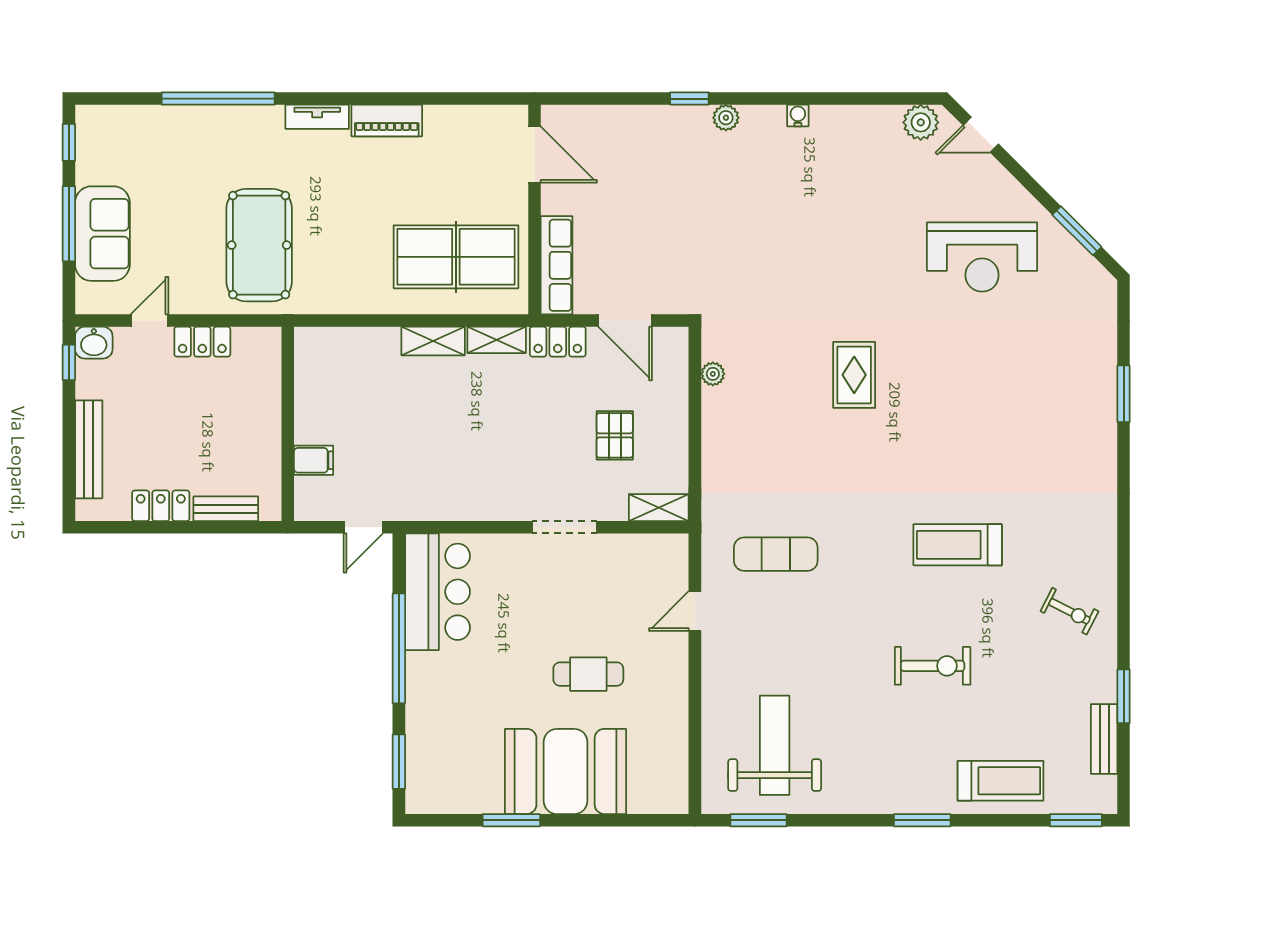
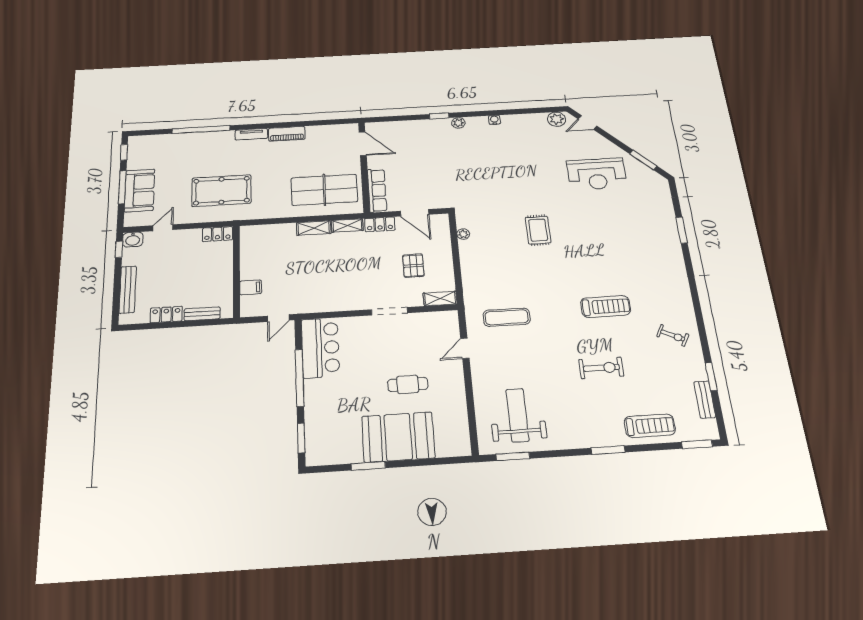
pool table: (259, 245) -> (221, 191), turned 90
locker: (202, 342) -> (217, 234), moved
treadmill: (958, 545) -> (606, 307), turned 180

